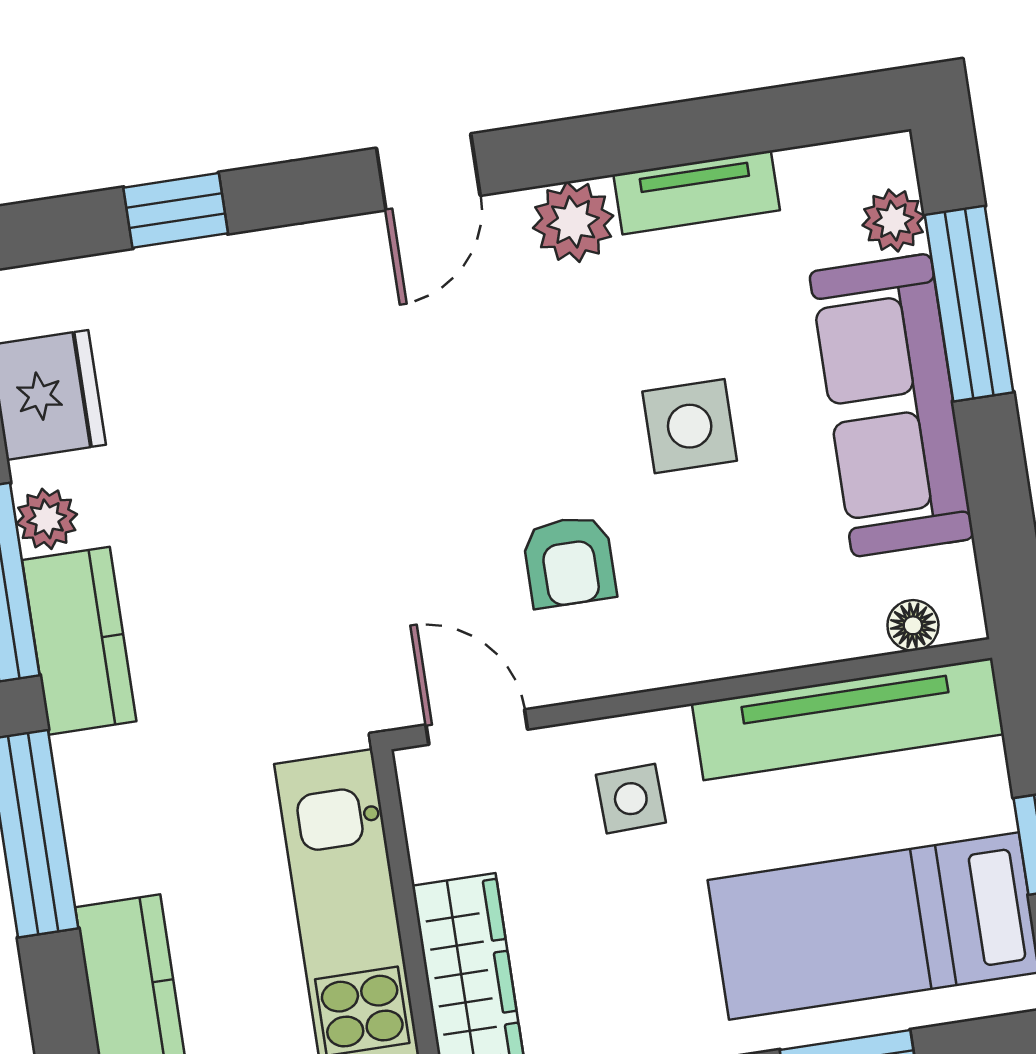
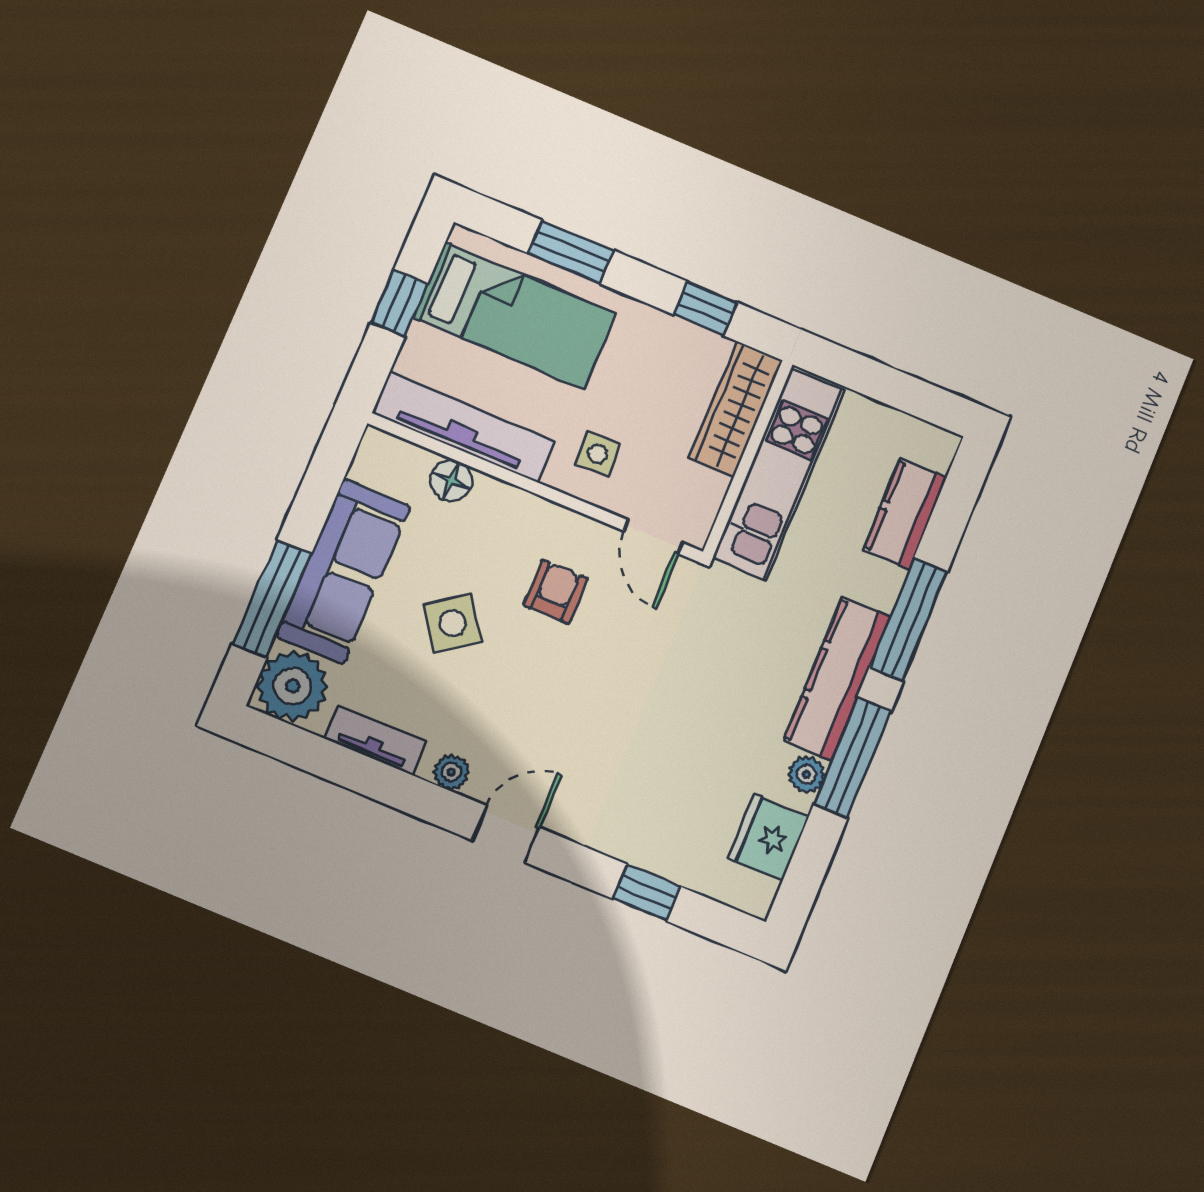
plant: (893, 221) -> (293, 686), width x1.87, depth x1.87
plant: (573, 222) -> (451, 772), width x0.73, depth x0.73
side table: (690, 426) -> (452, 623), turned -36
floor lamp: (913, 625) -> (451, 480), moved, width x1.37, depth x1.37
kitchen counter: (79, 641) -> (837, 678), width x1.50

